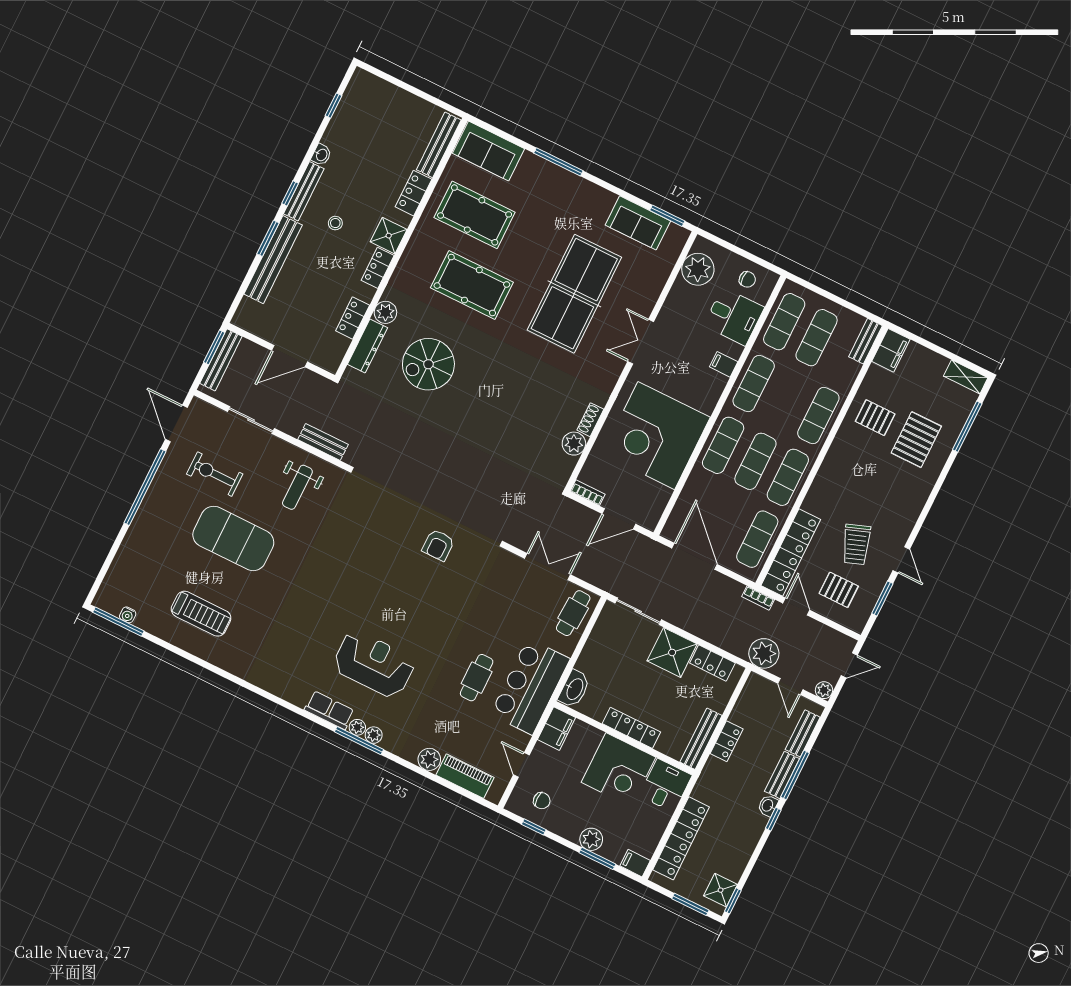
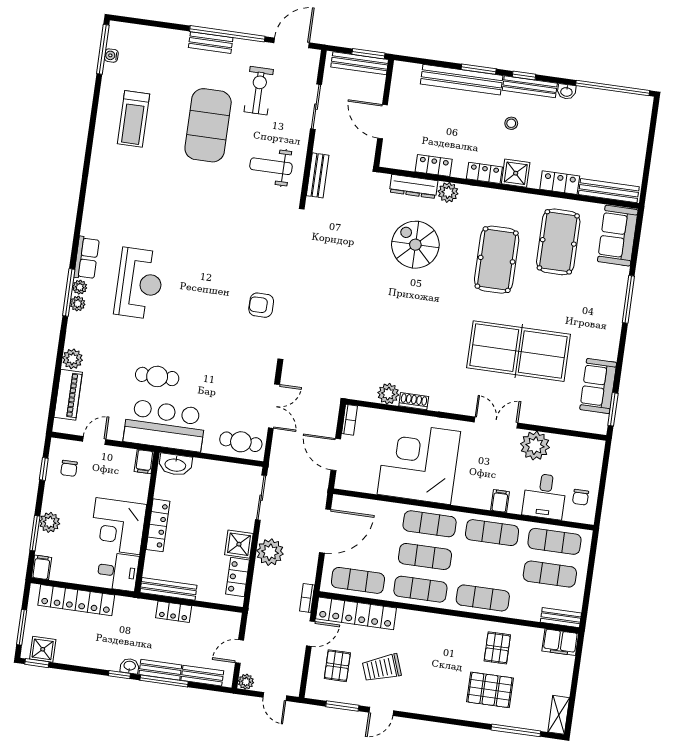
window: (334, 106) -> (613, 88), width x3.17
plant: (698, 269) -> (535, 446), moved
bench: (148, 507) -> (211, 43), added
shower: (672, 652) -> (239, 544), width x0.73, depth x0.73
plant: (764, 653) -> (270, 552), moved
filing cabinet: (556, 729) -> (144, 462), width x0.50

